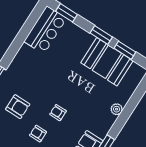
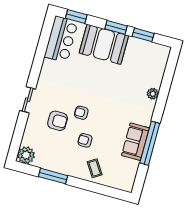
booth: (107, 62) -> (104, 44), moved
armchair: (58, 113) -> (81, 113), moved

